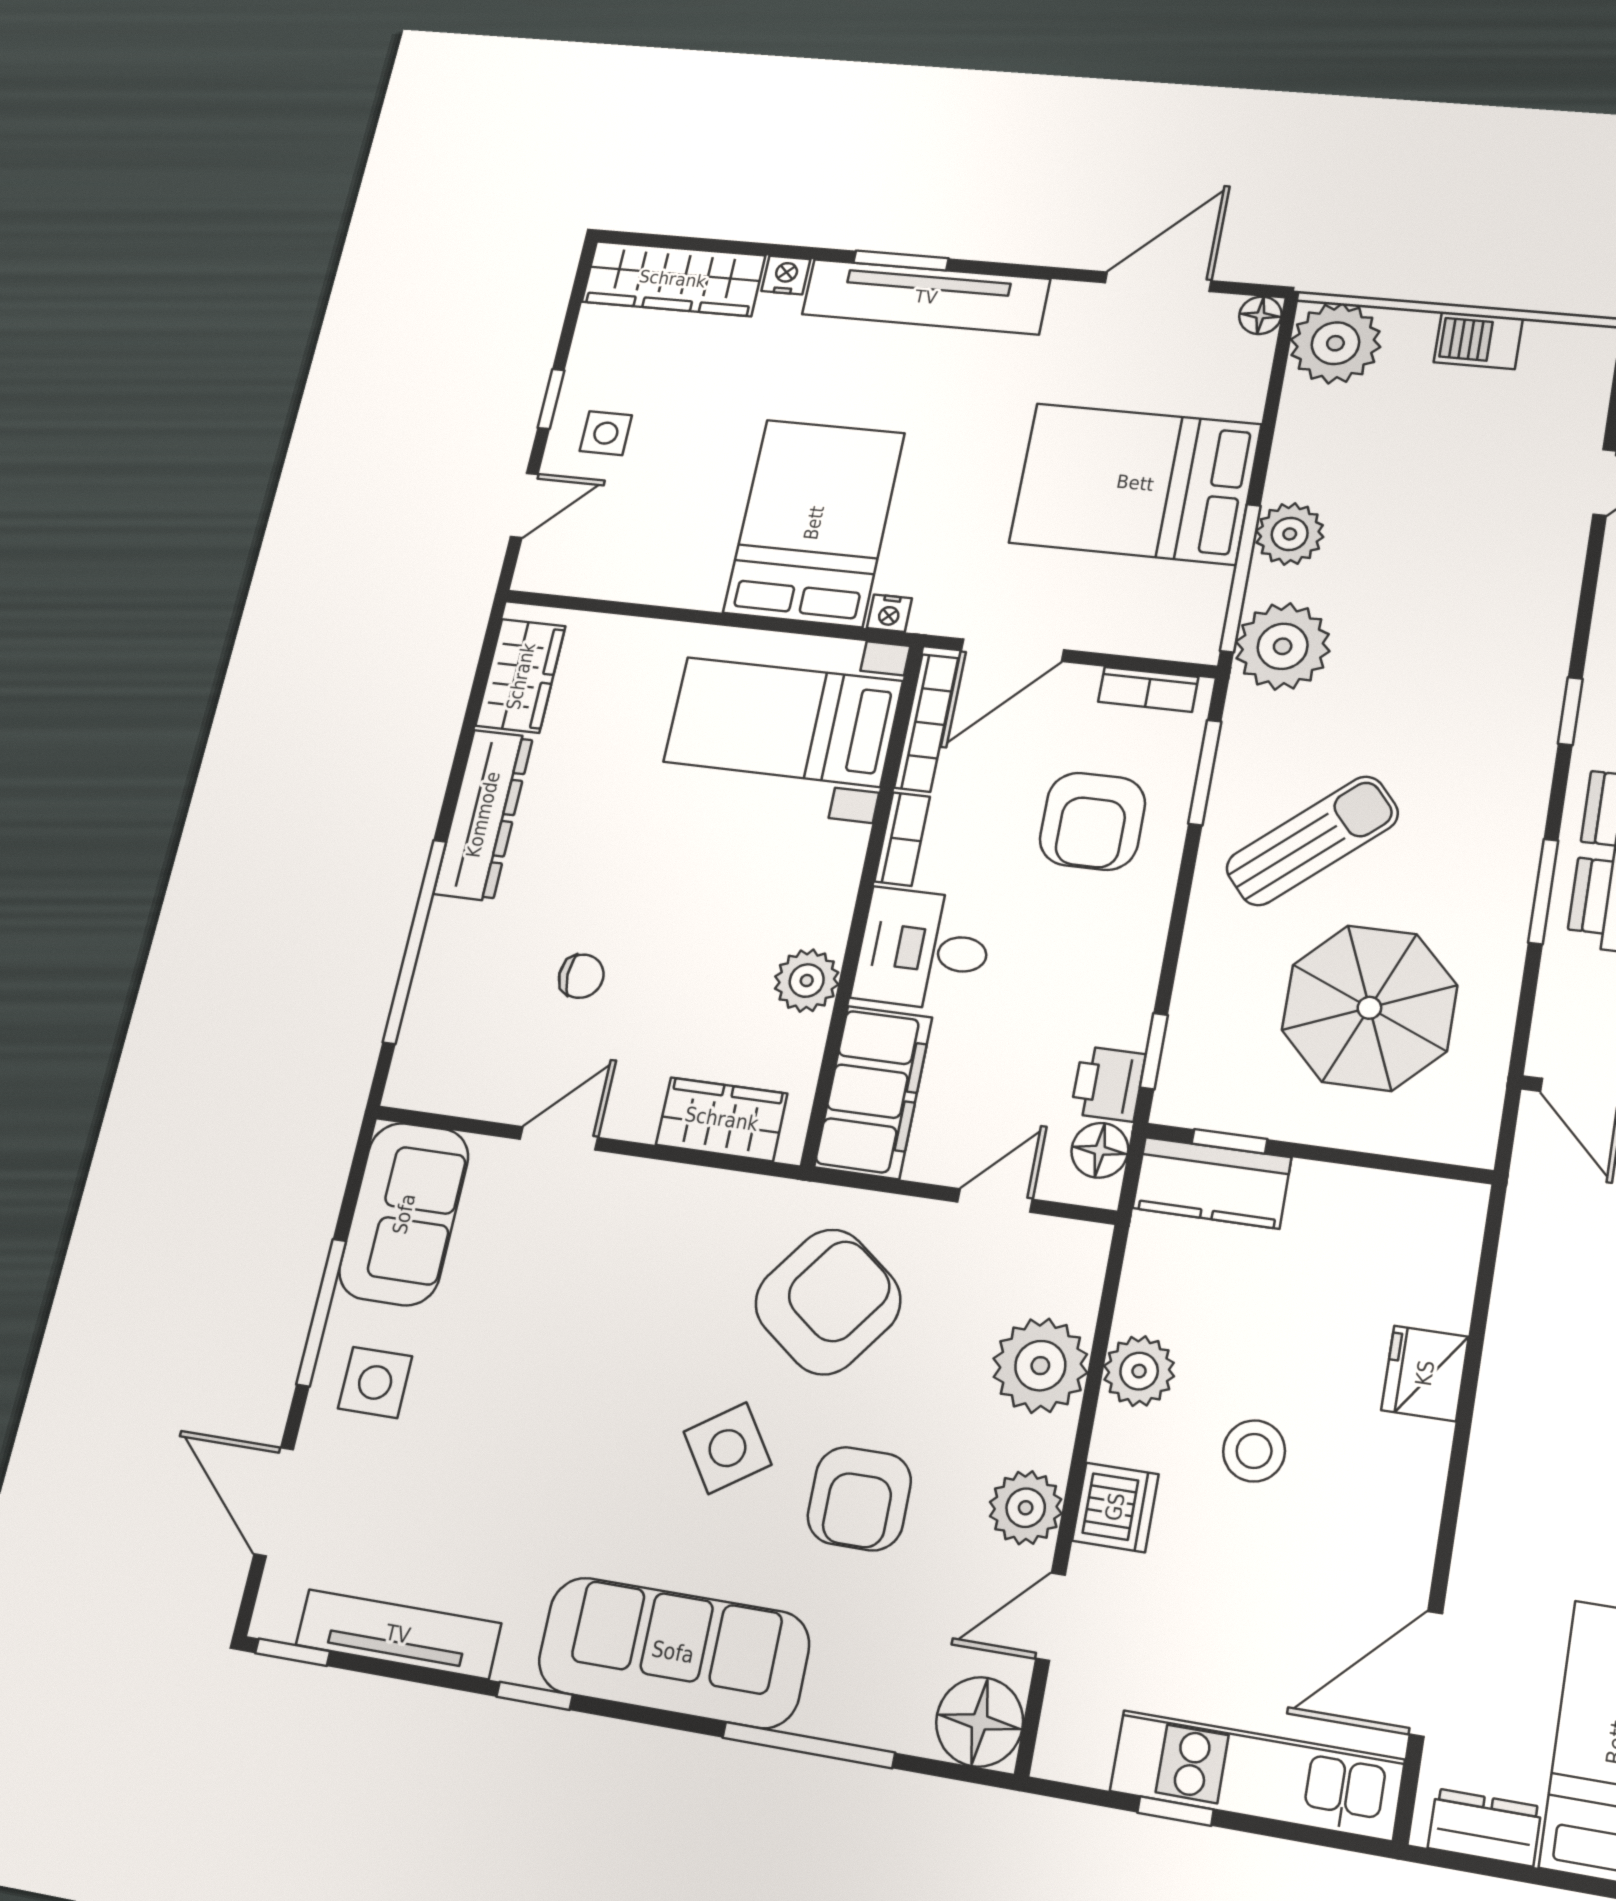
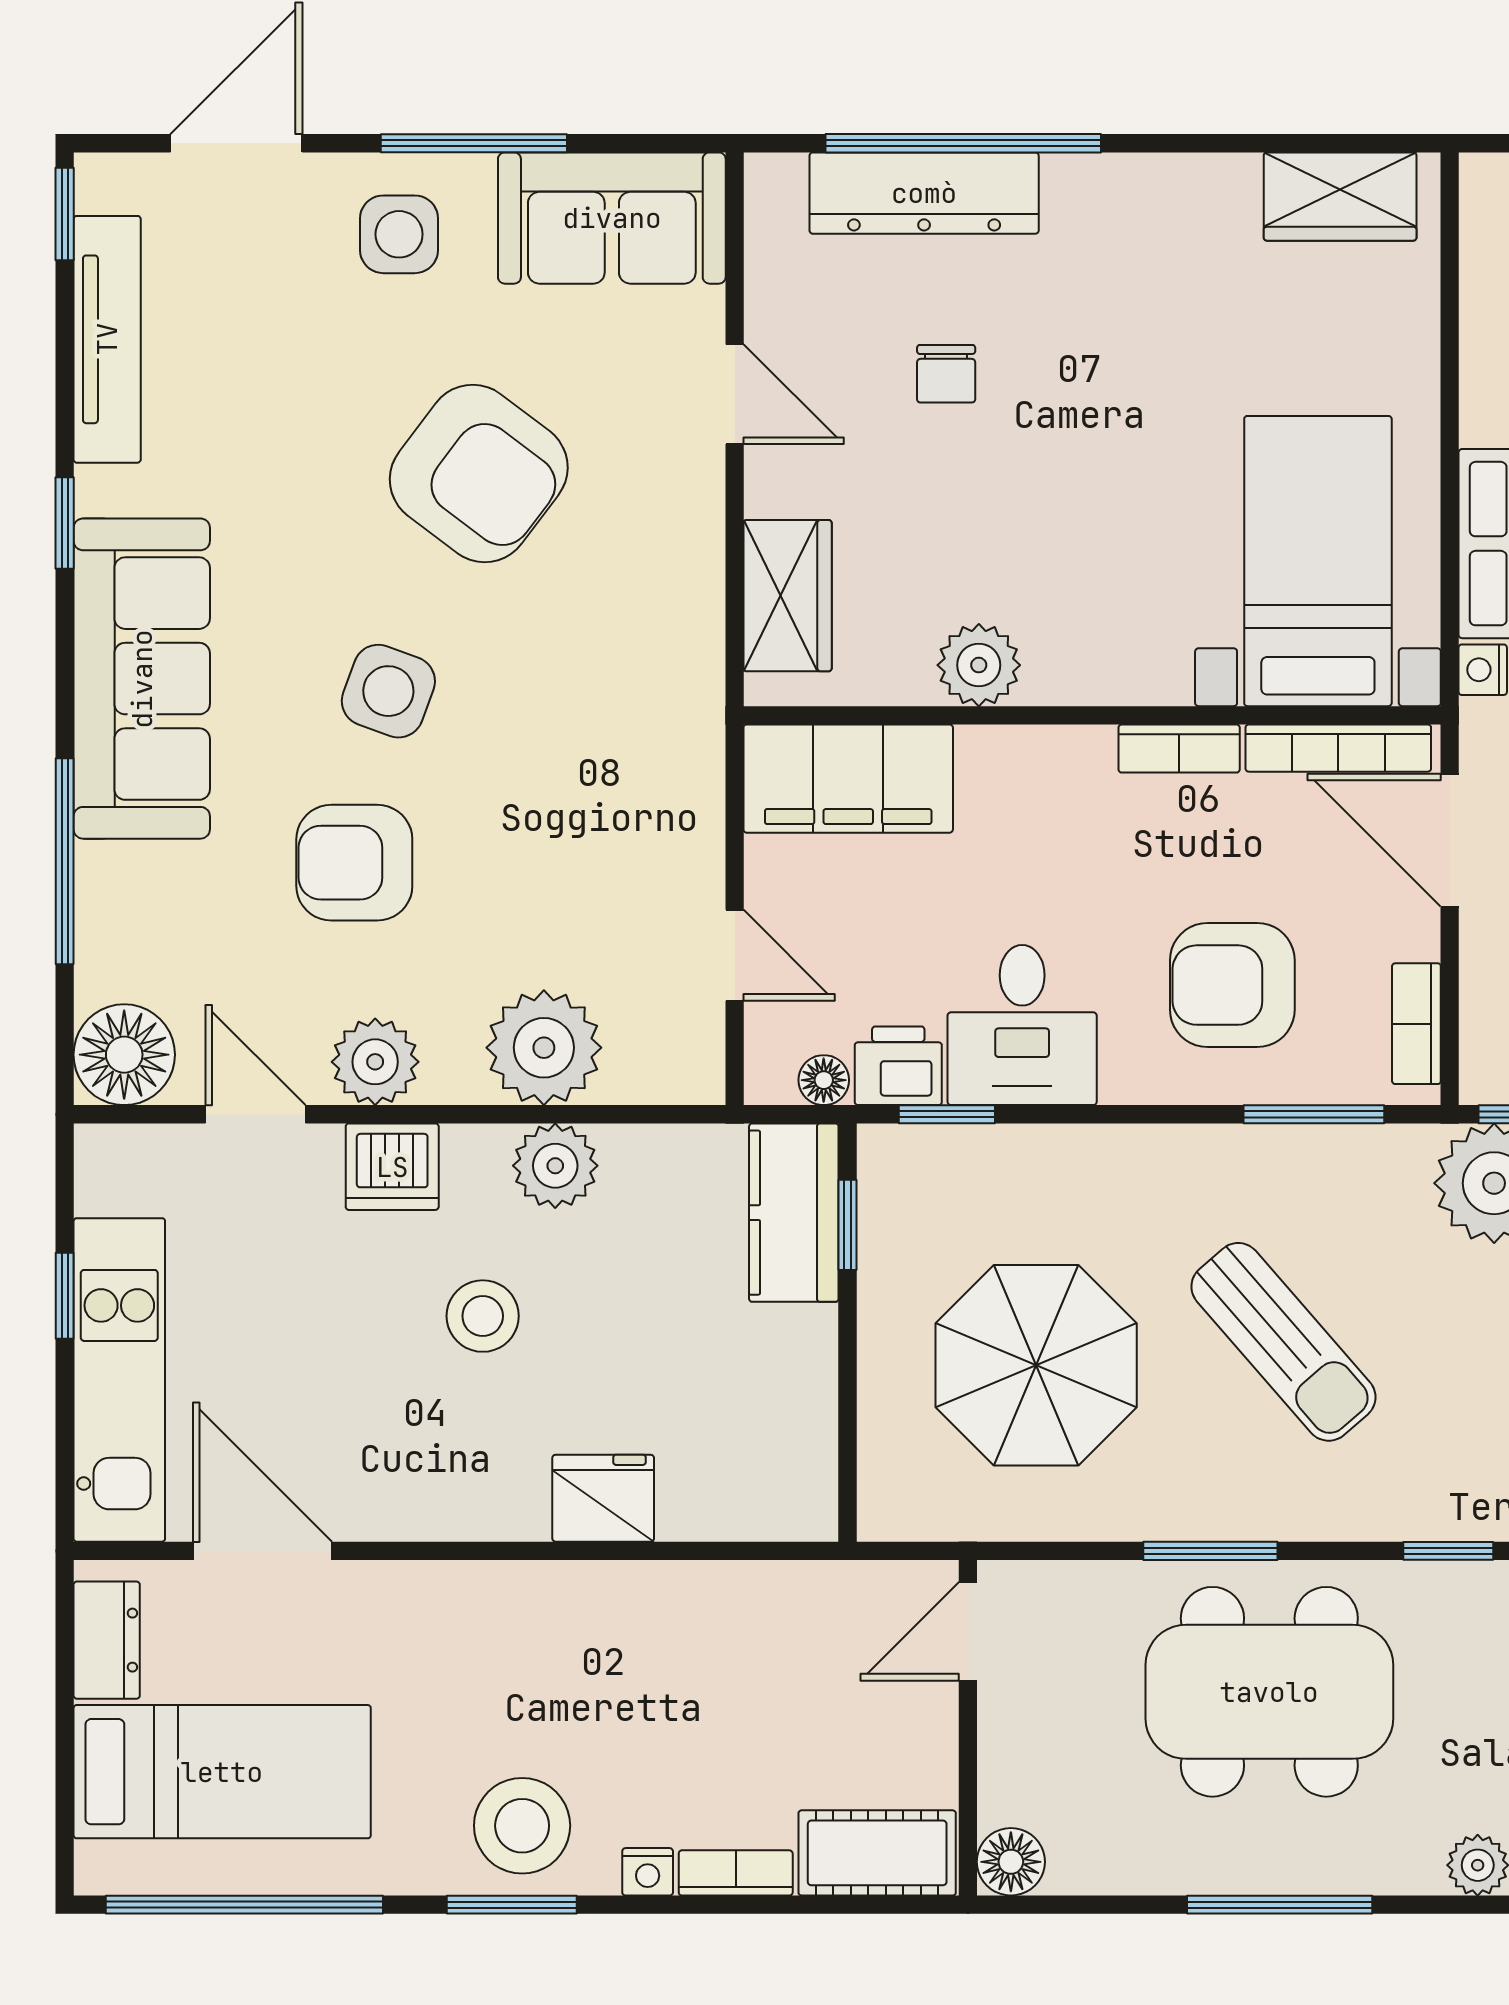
dresser: (483, 815) -> (924, 193), moved
sun lounger: (1312, 841) -> (1283, 1342), moved
desk: (924, 950) -> (1022, 1025), moved, turned 180
floor lamp: (1100, 1150) -> (824, 1080), width x0.73, depth x0.73
armchair: (828, 1302) -> (479, 473), moved
side table: (727, 1448) -> (388, 691), turned -36

